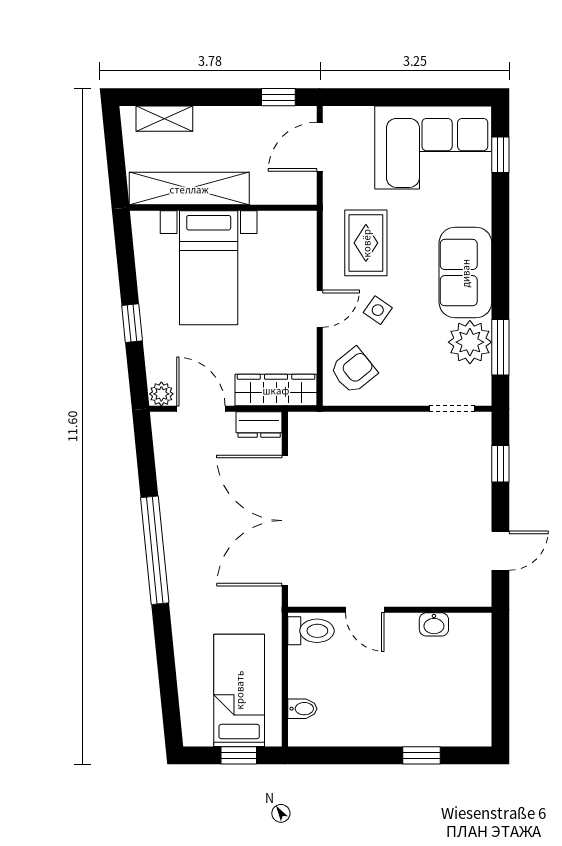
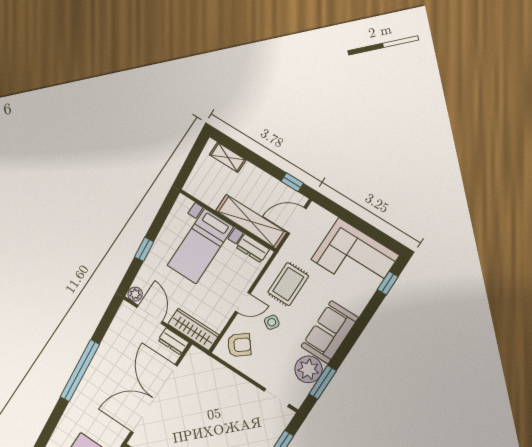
shelving: (189, 189) -> (251, 222), moved
dresser: (284, 224) -> (253, 248), added

